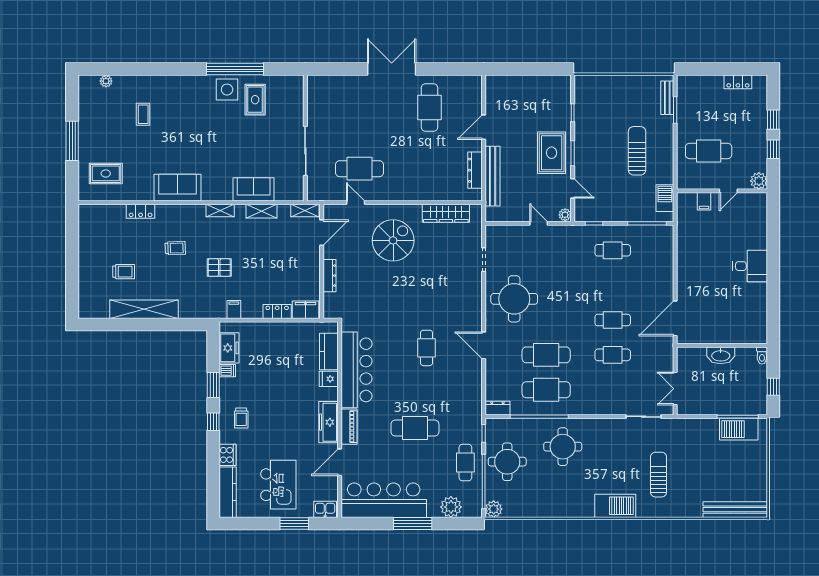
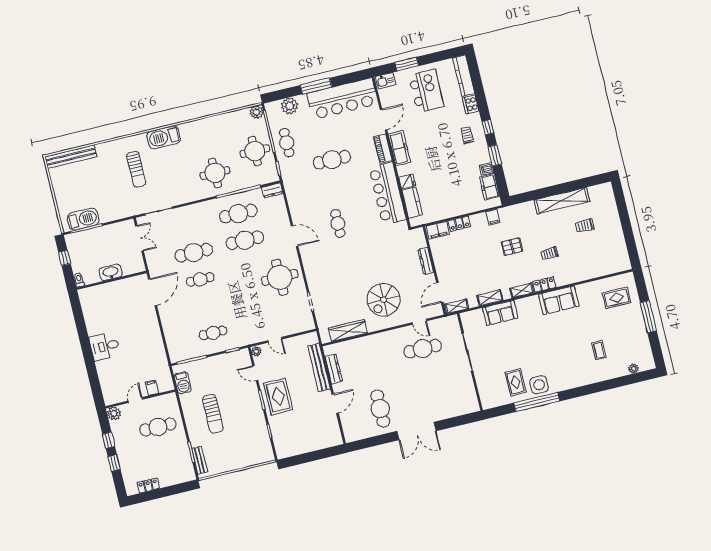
locker: (141, 211) -> (544, 284), moved
cafe table: (613, 355) -> (194, 253), width x1.37, depth x1.35
kitchen island: (278, 485) -> (426, 91), turned 180

